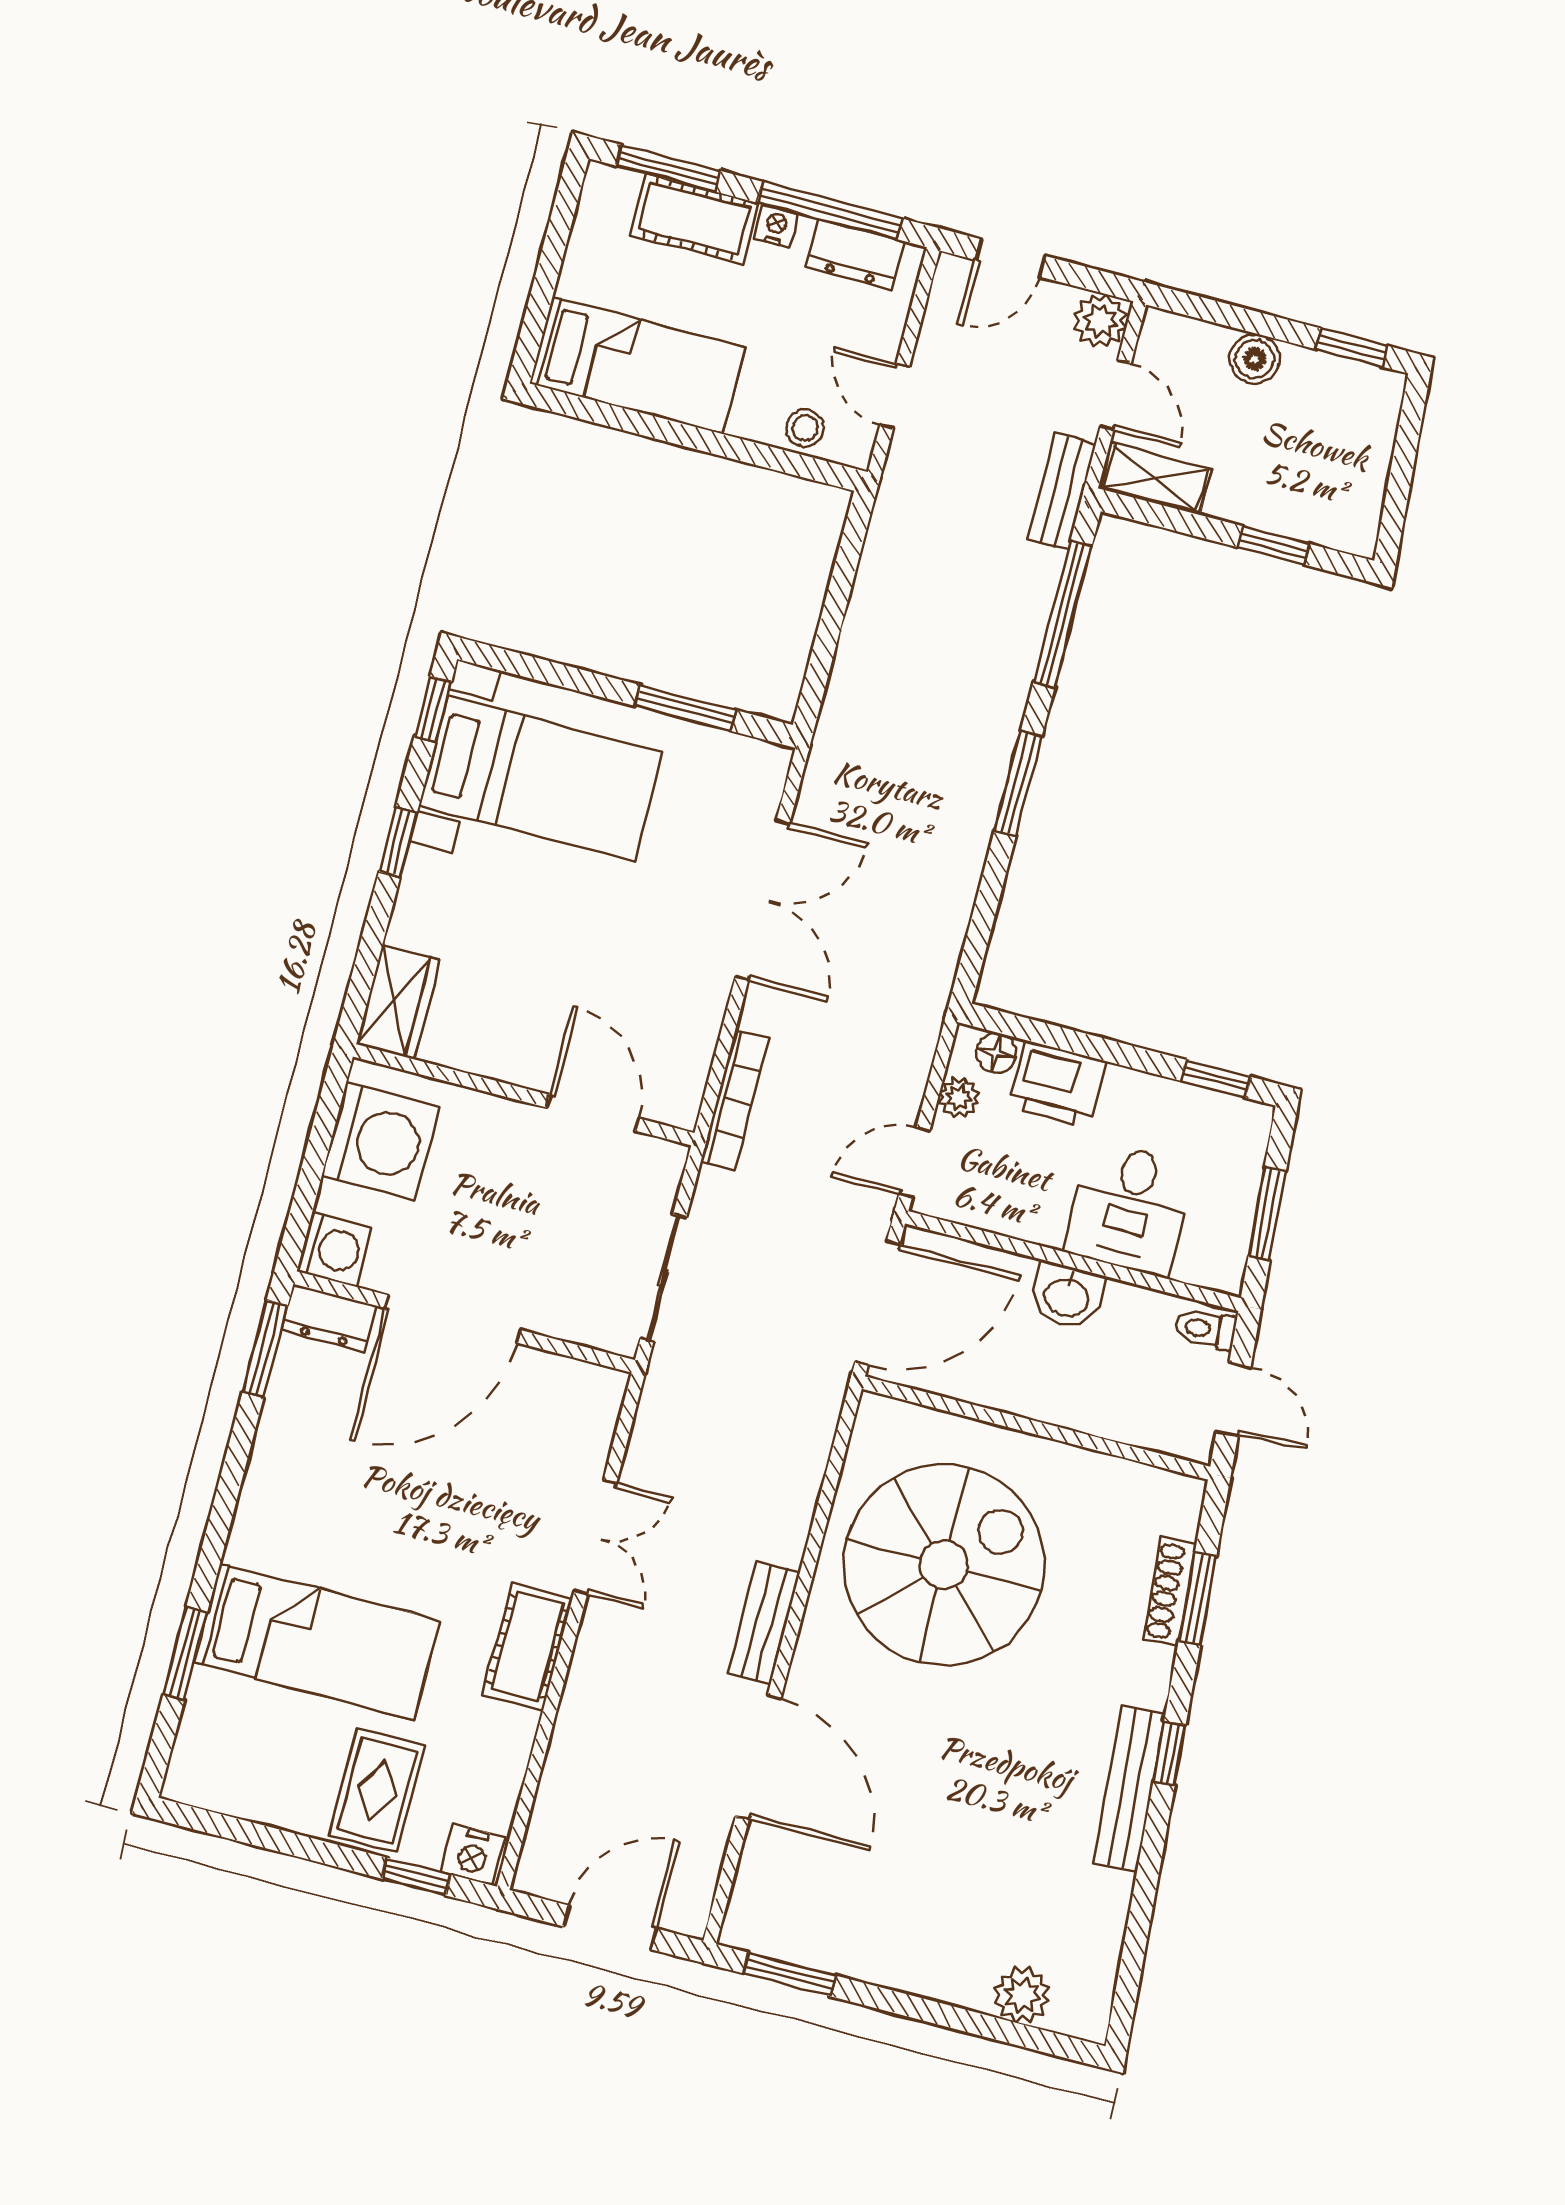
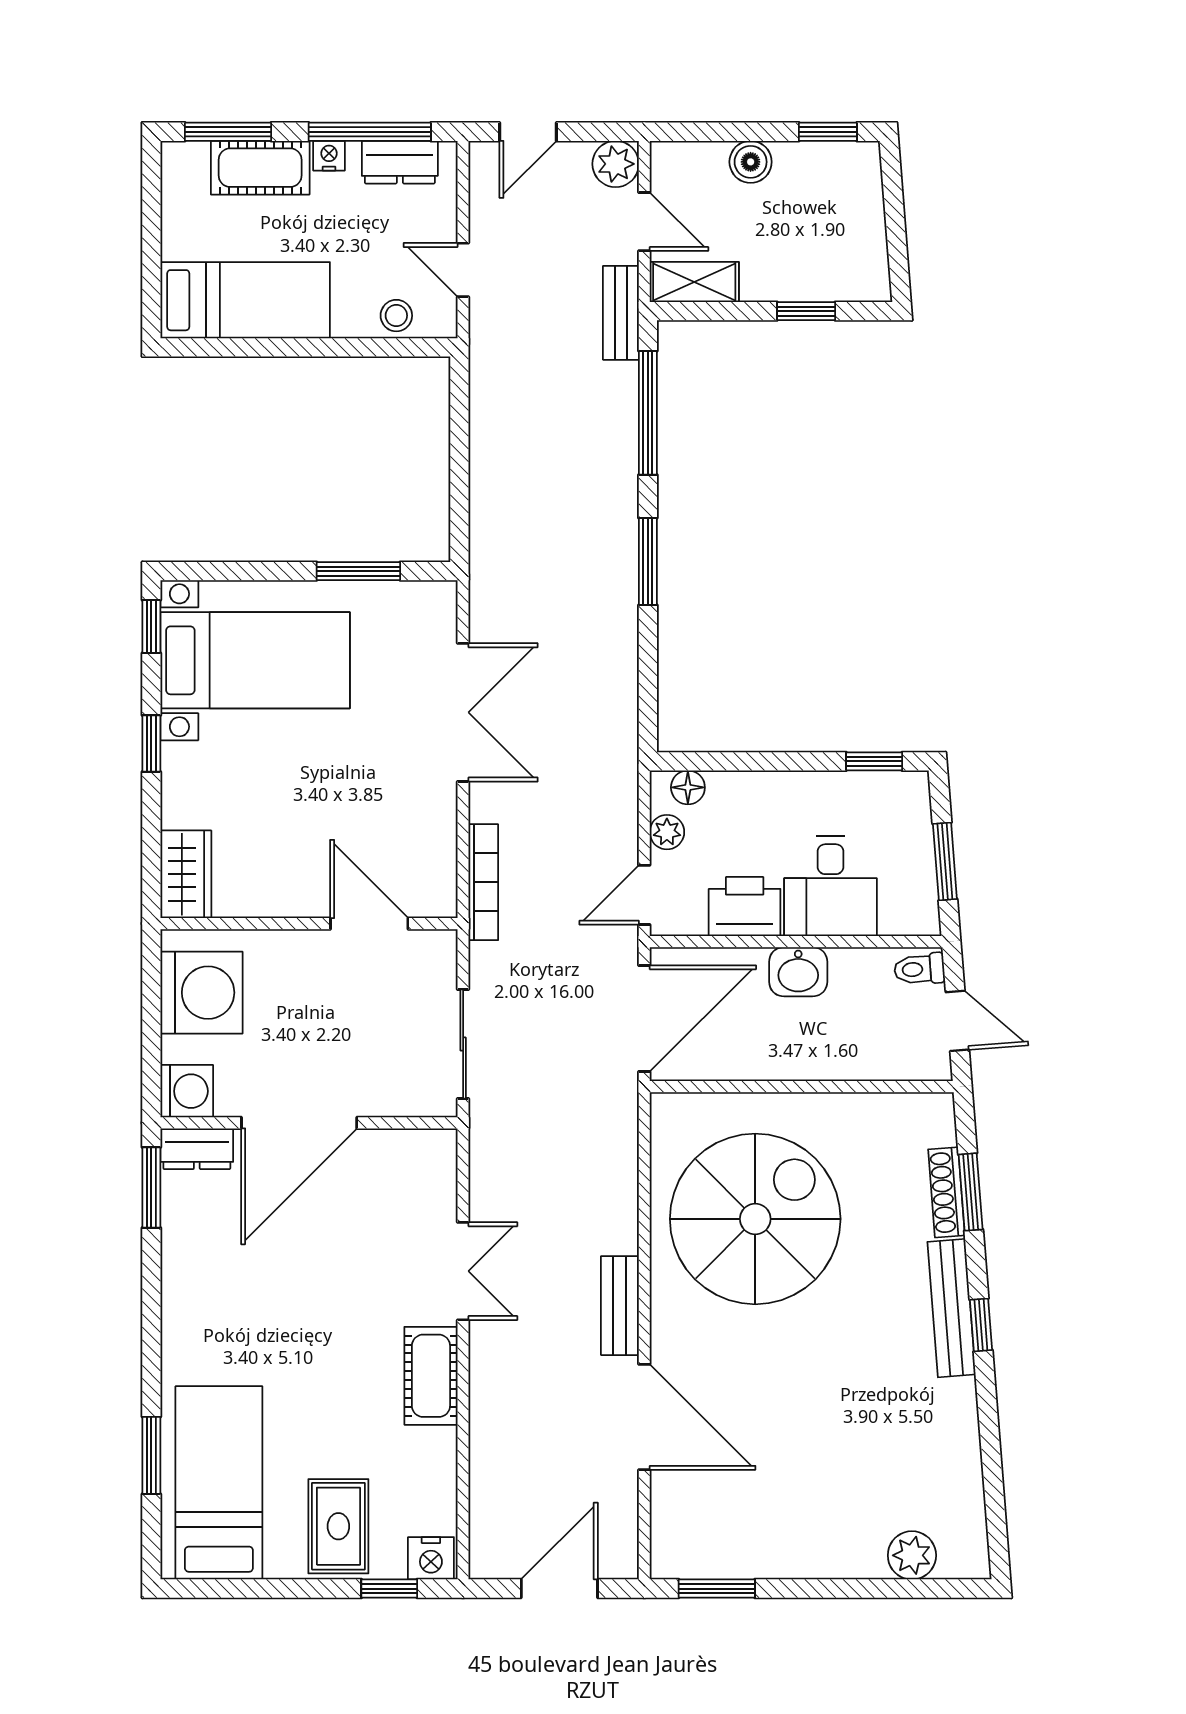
printer: (1057, 1084) -> (745, 907), moved, turned 180
bed: (317, 1642) -> (219, 1483), moved, turned -90
bench: (1129, 1789) -> (952, 1308), moved

